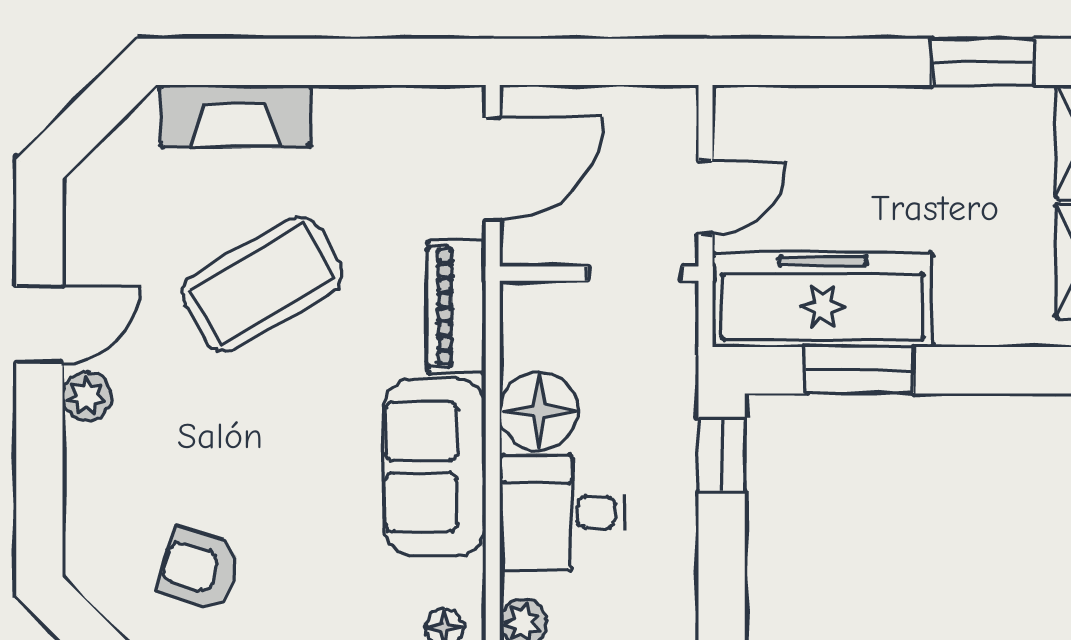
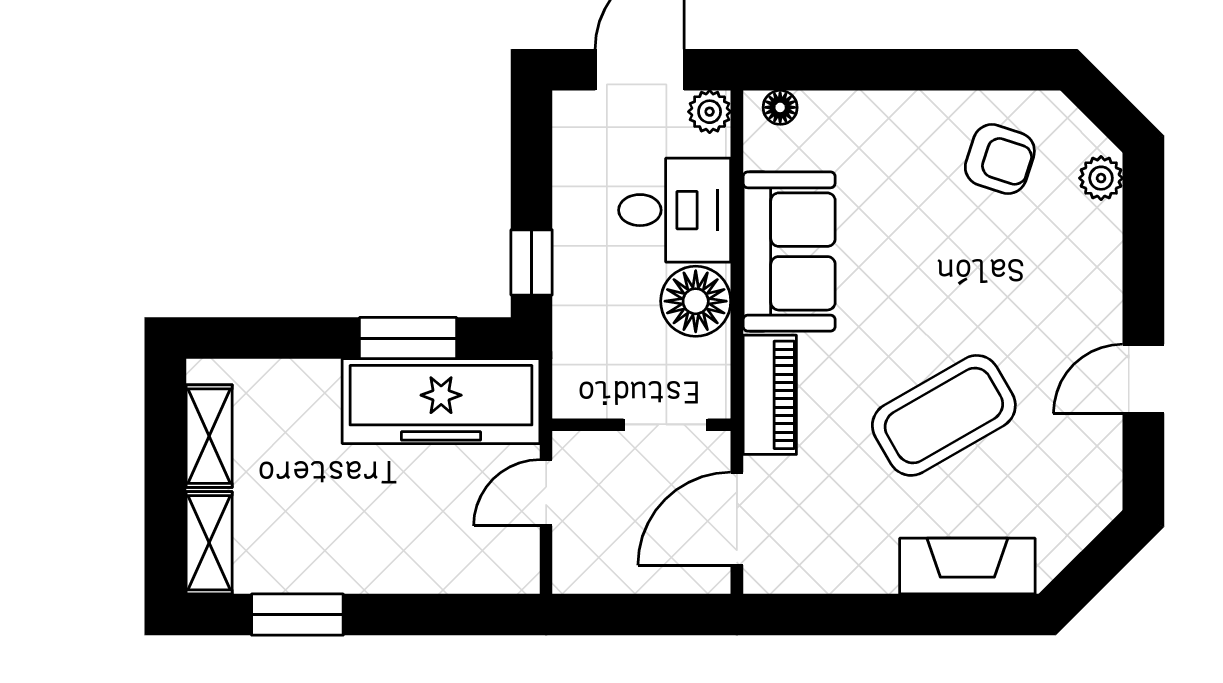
doorway: (635, 274) -> (666, 425), moved
plant: (87, 396) -> (1101, 178), moved

